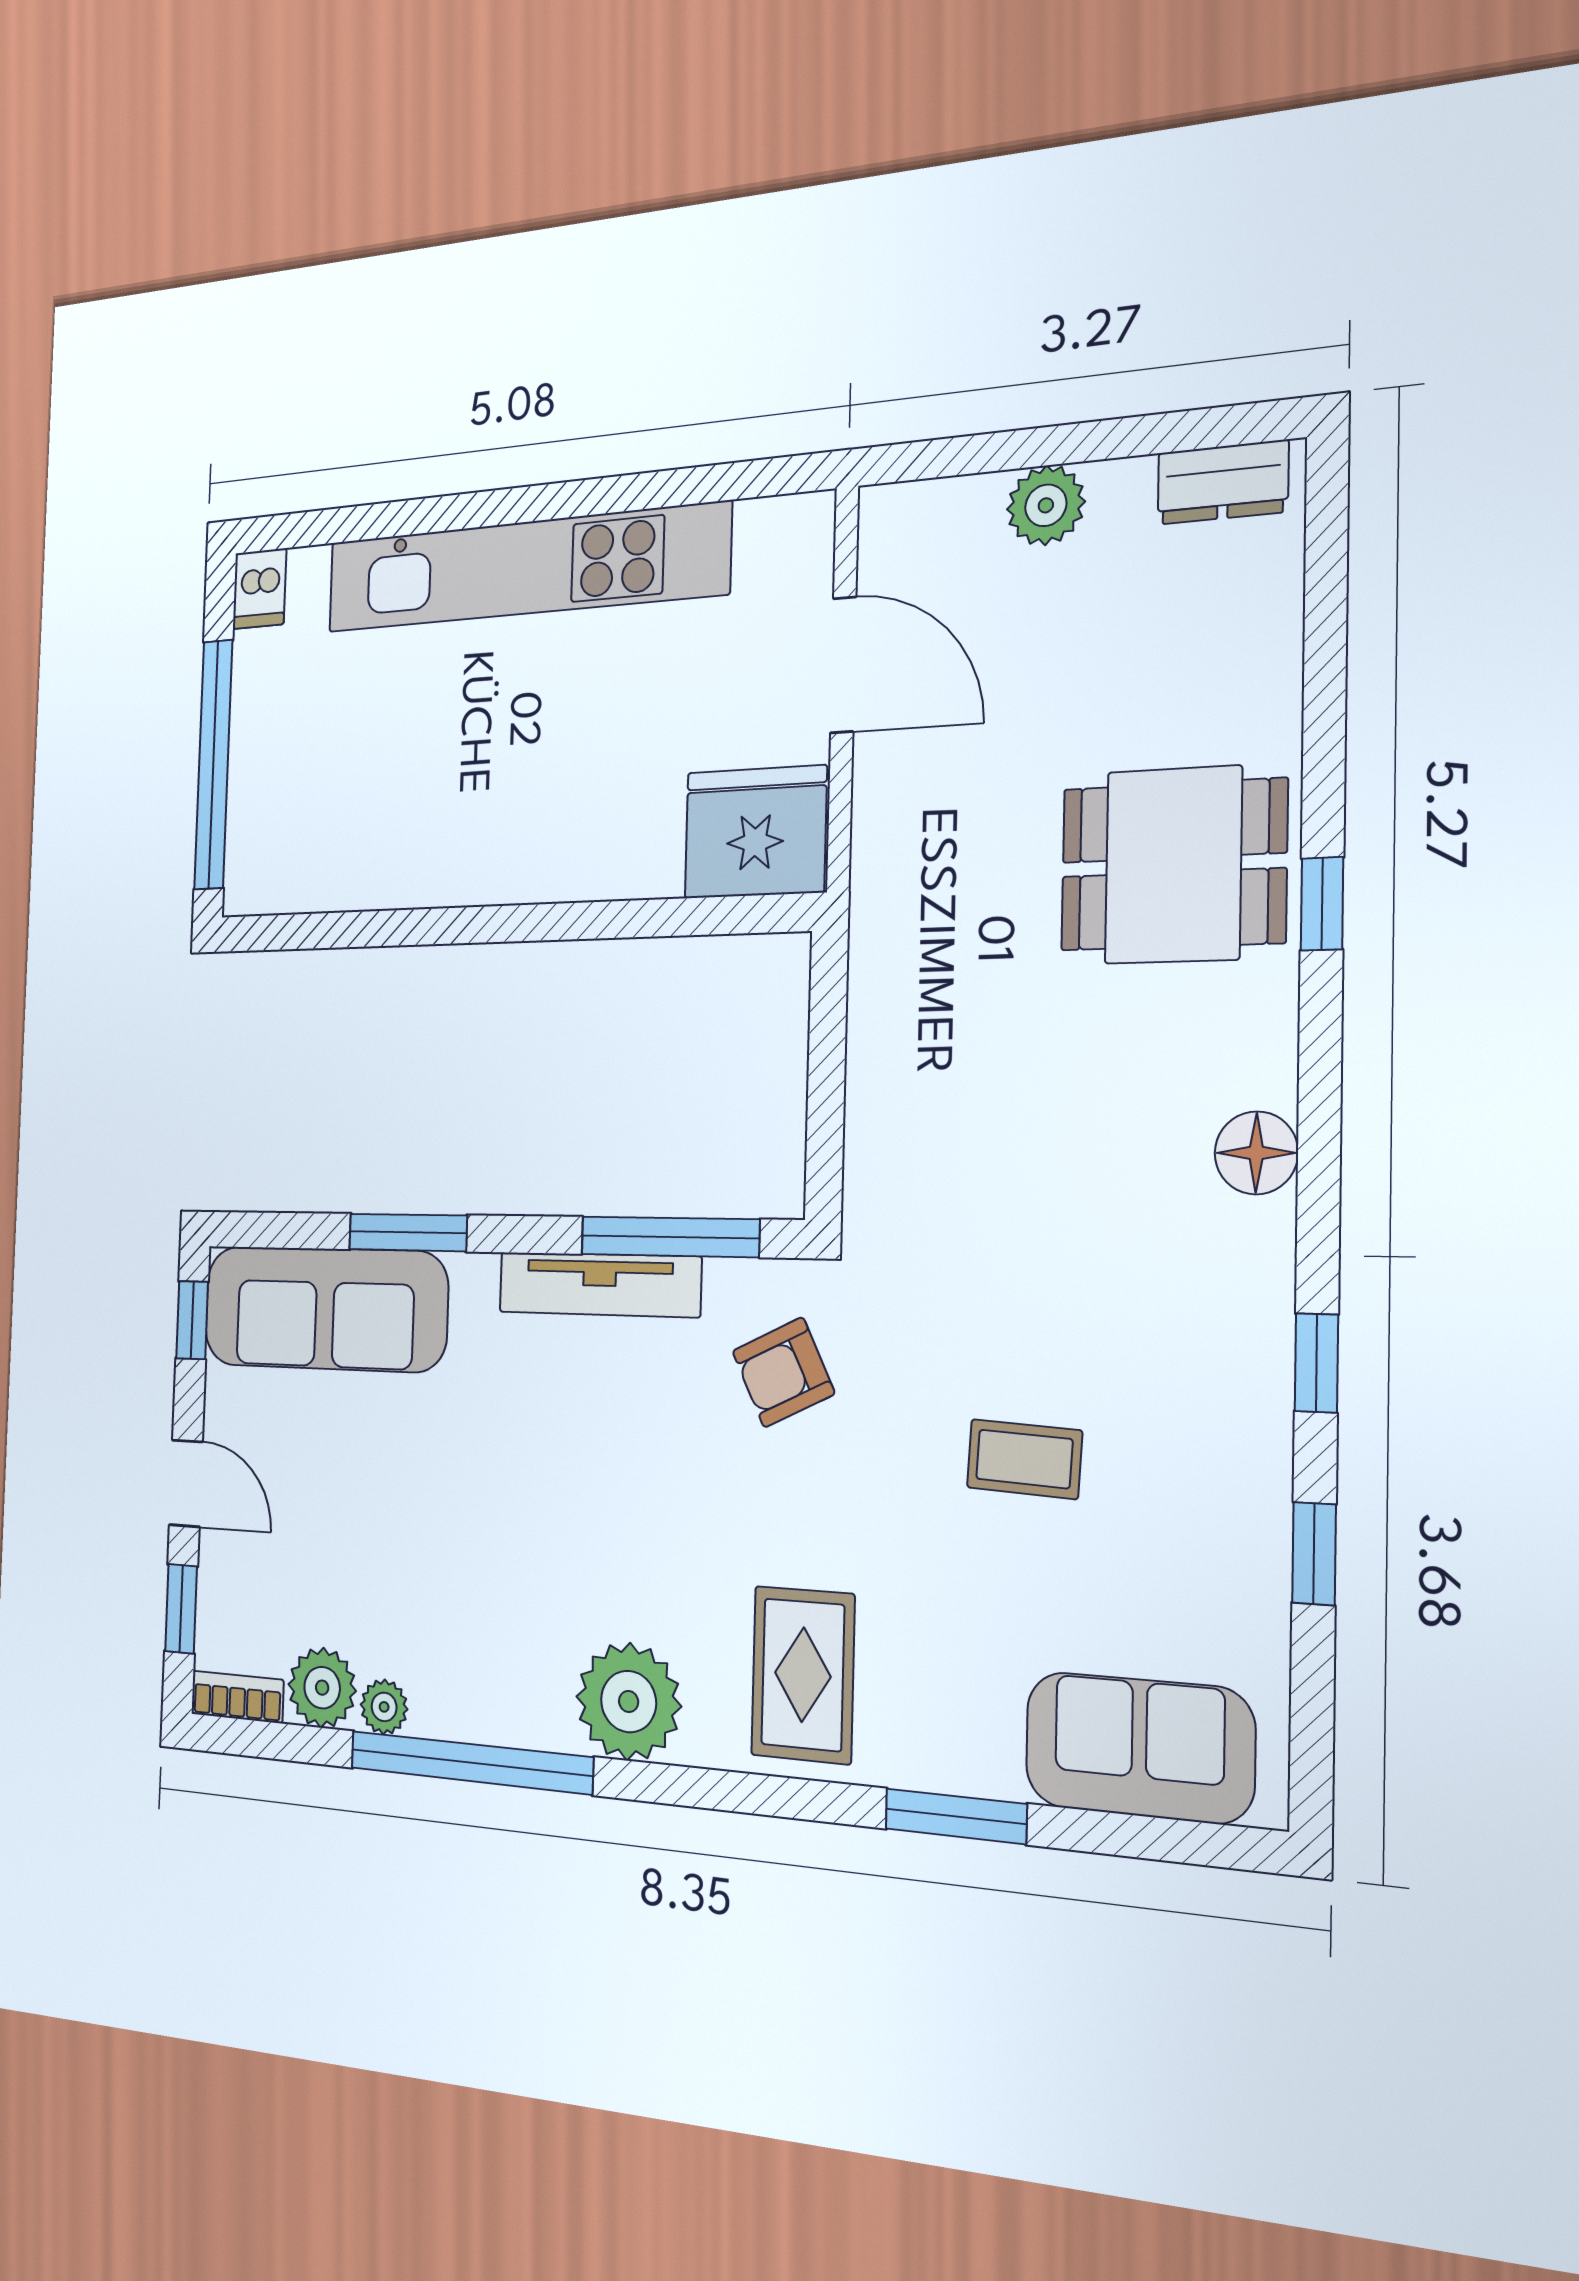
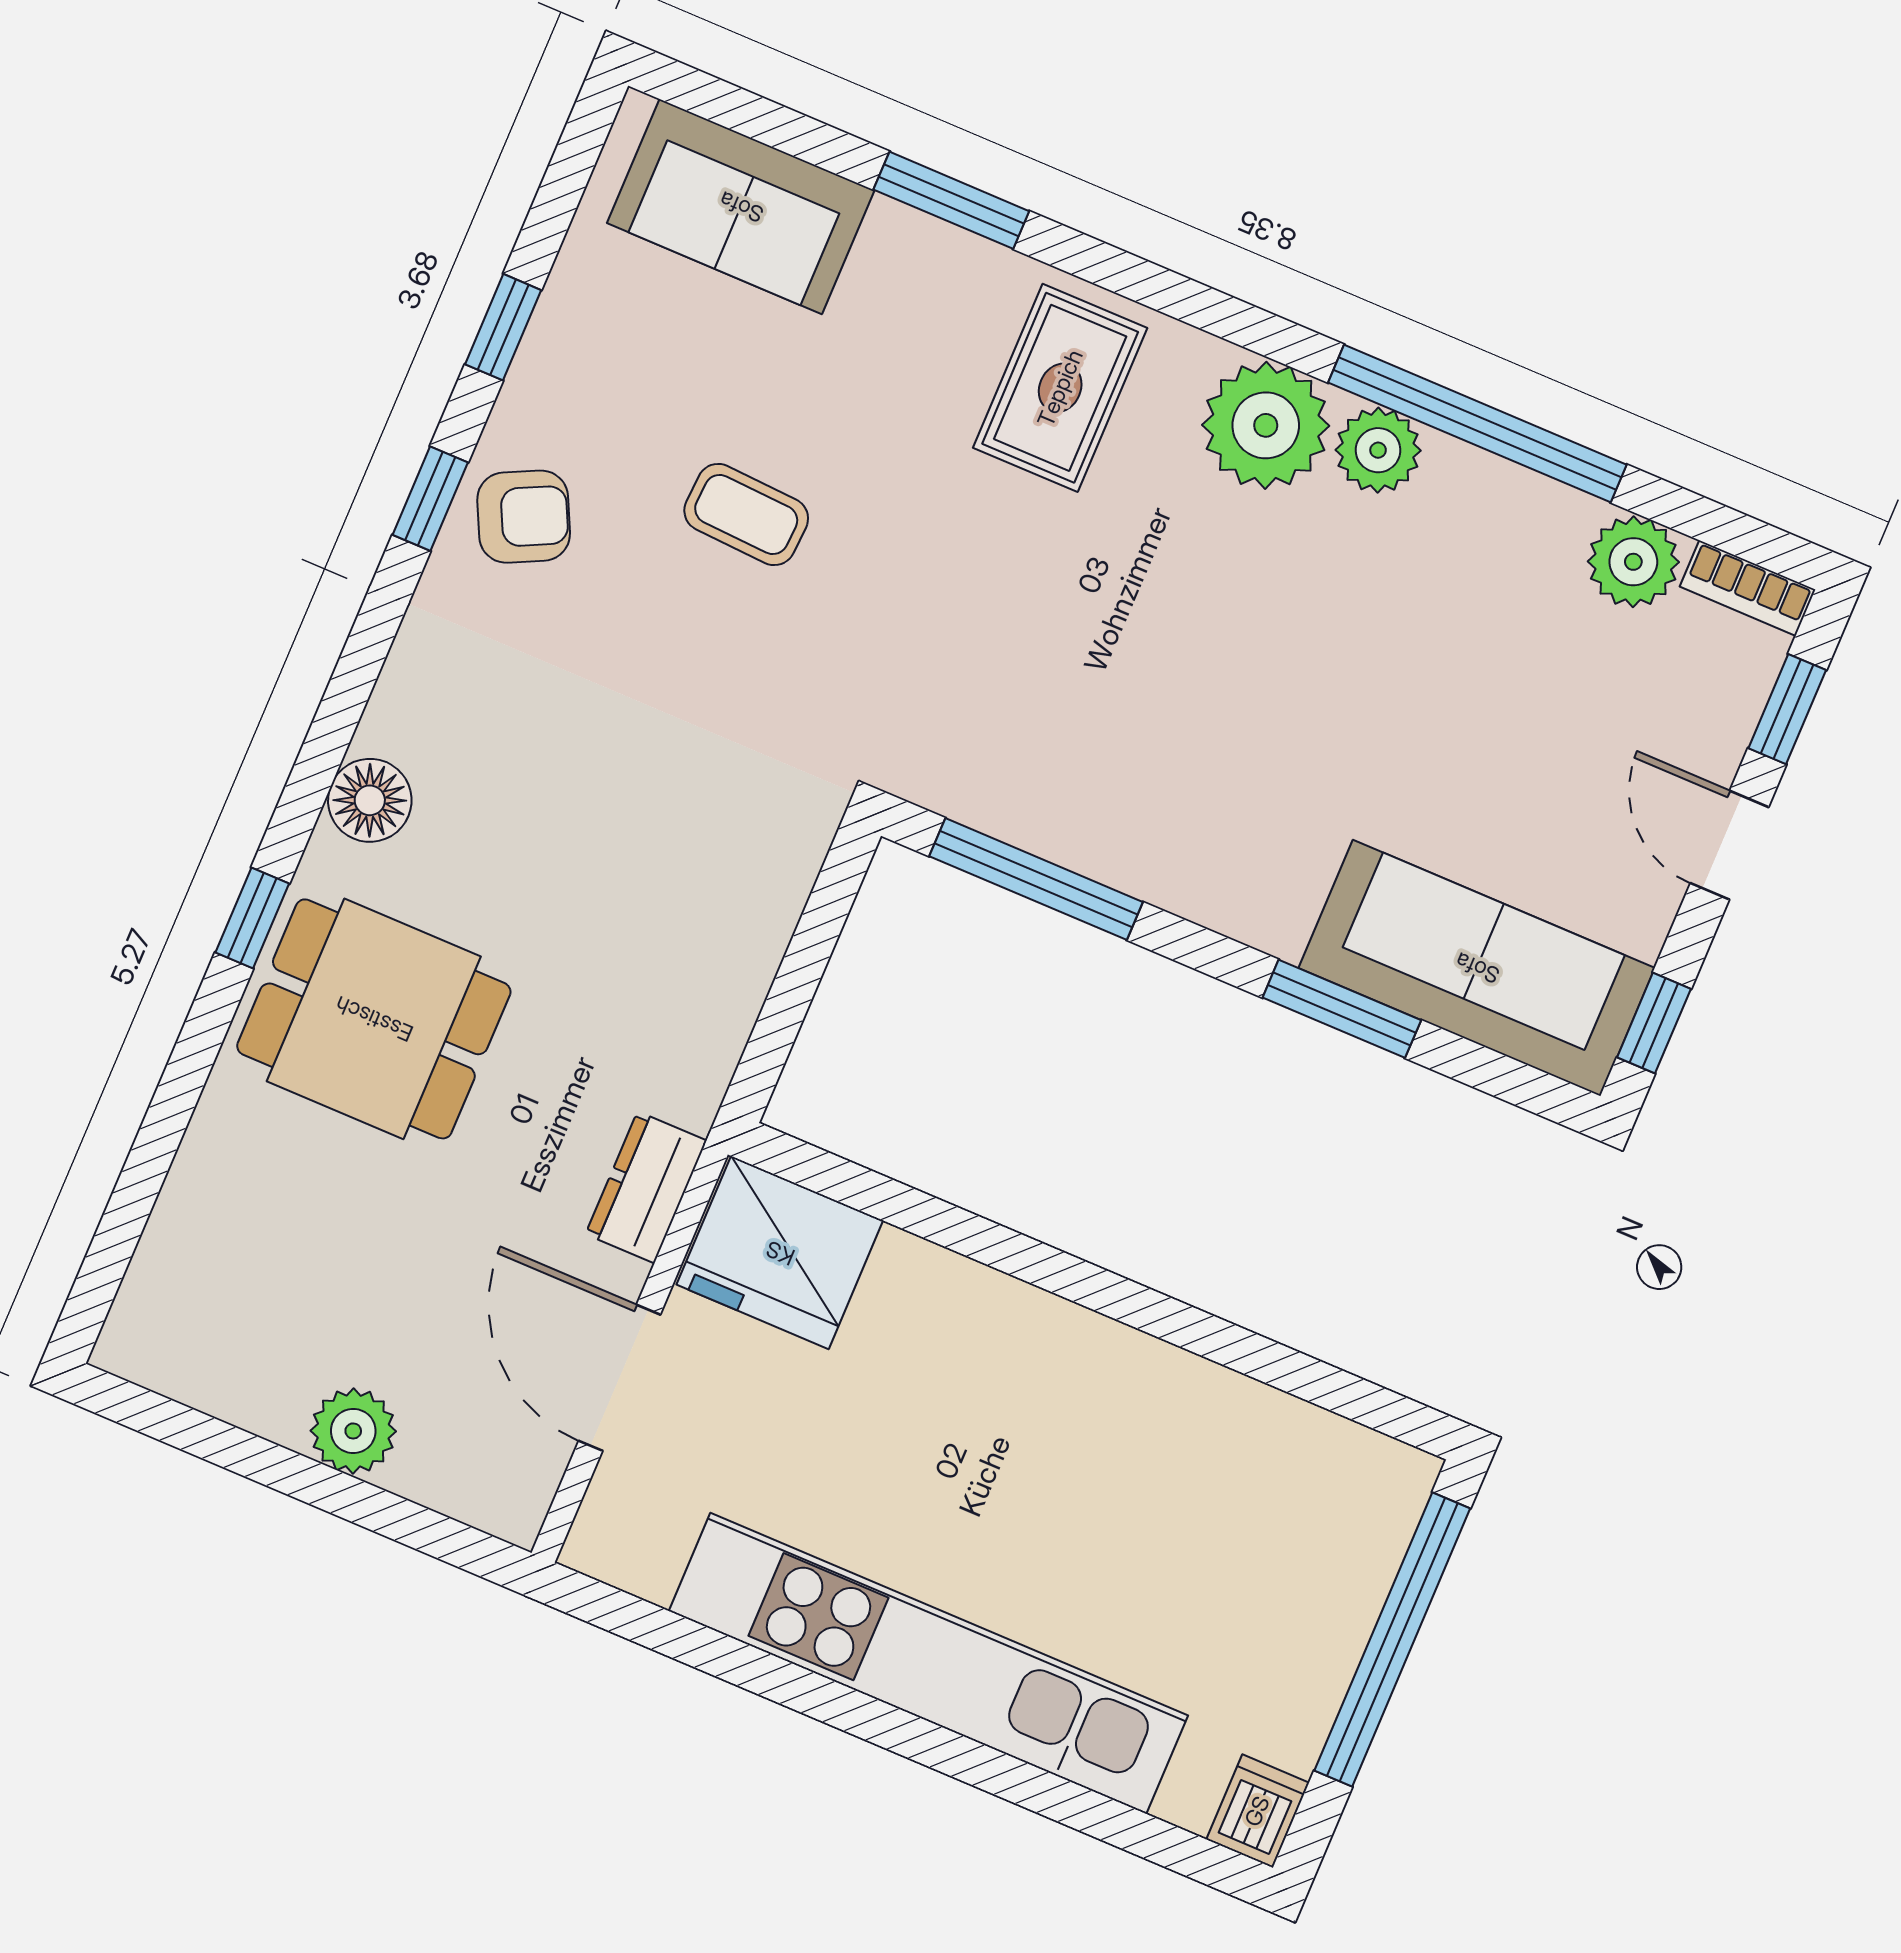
dresser: (1223, 482) -> (646, 1187), moved, turned -90
floor lamp: (1256, 1153) -> (370, 800), moved
tv unit: (599, 1284) -> (1135, 862), removed
armchair: (783, 1372) -> (524, 517), moved
plant: (384, 1707) -> (1378, 450), moved, width x1.38, depth x1.38

